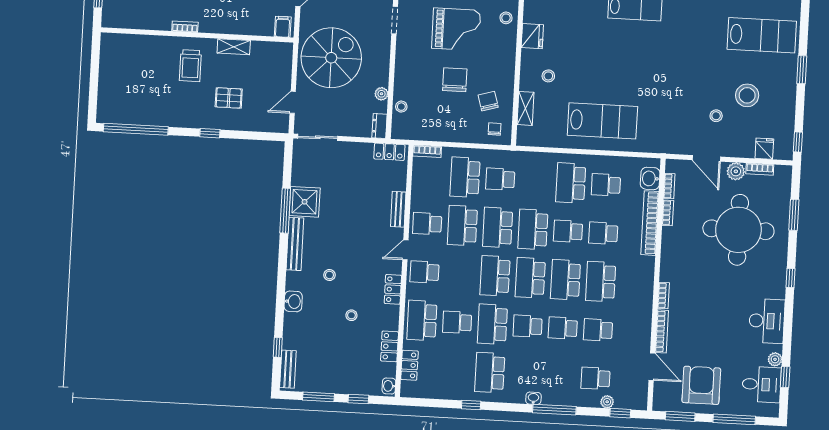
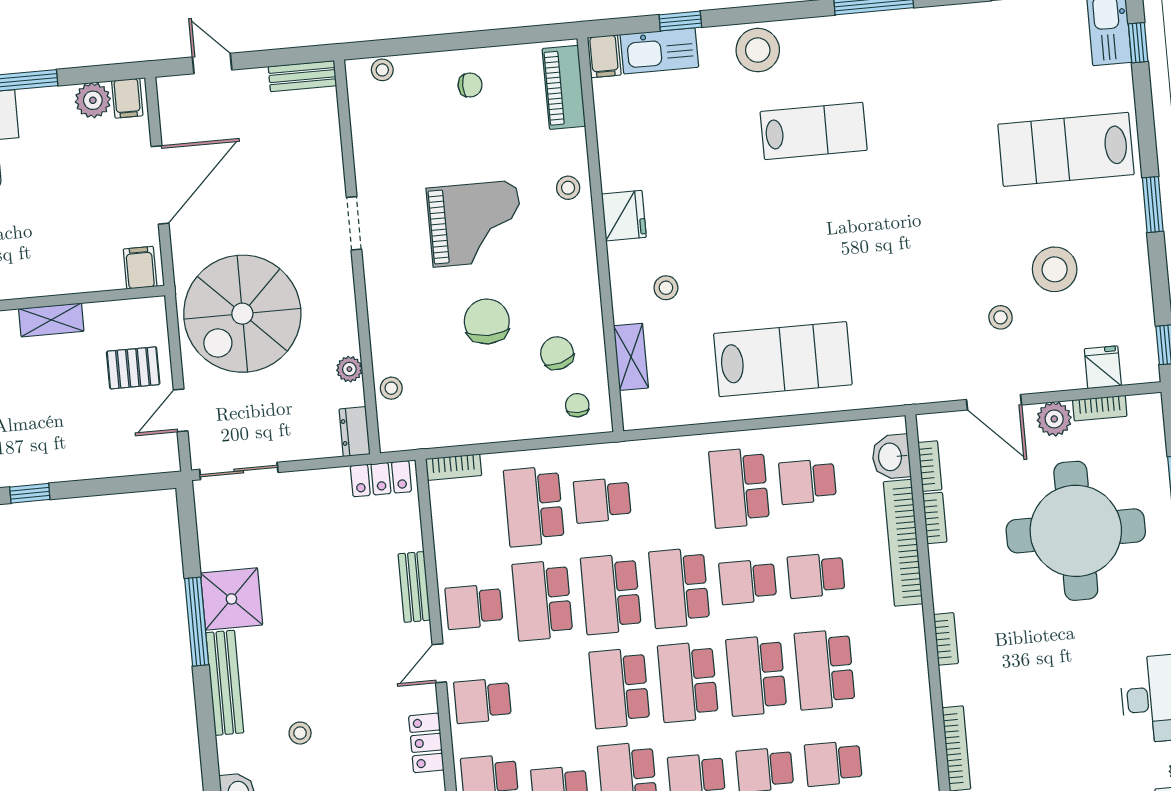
lab bench: (762, 35) -> (1066, 149), turned 180
spiral stairs: (331, 58) -> (242, 314), turned 180
pallet: (229, 98) -> (133, 368), moved
bookcase: (663, 296) -> (946, 639), moved

